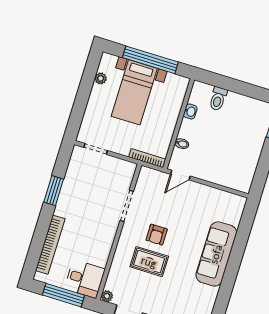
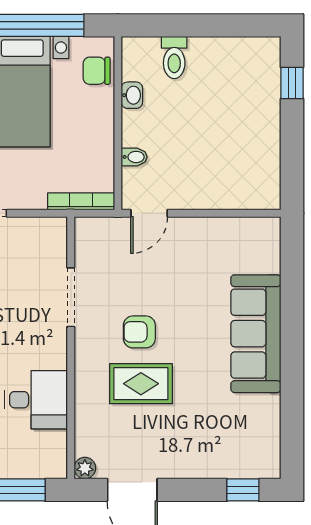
chair: (176, 93) -> (97, 71), added
armchair: (157, 235) -> (139, 332), turned 90
desk: (85, 279) -> (36, 400), moved

